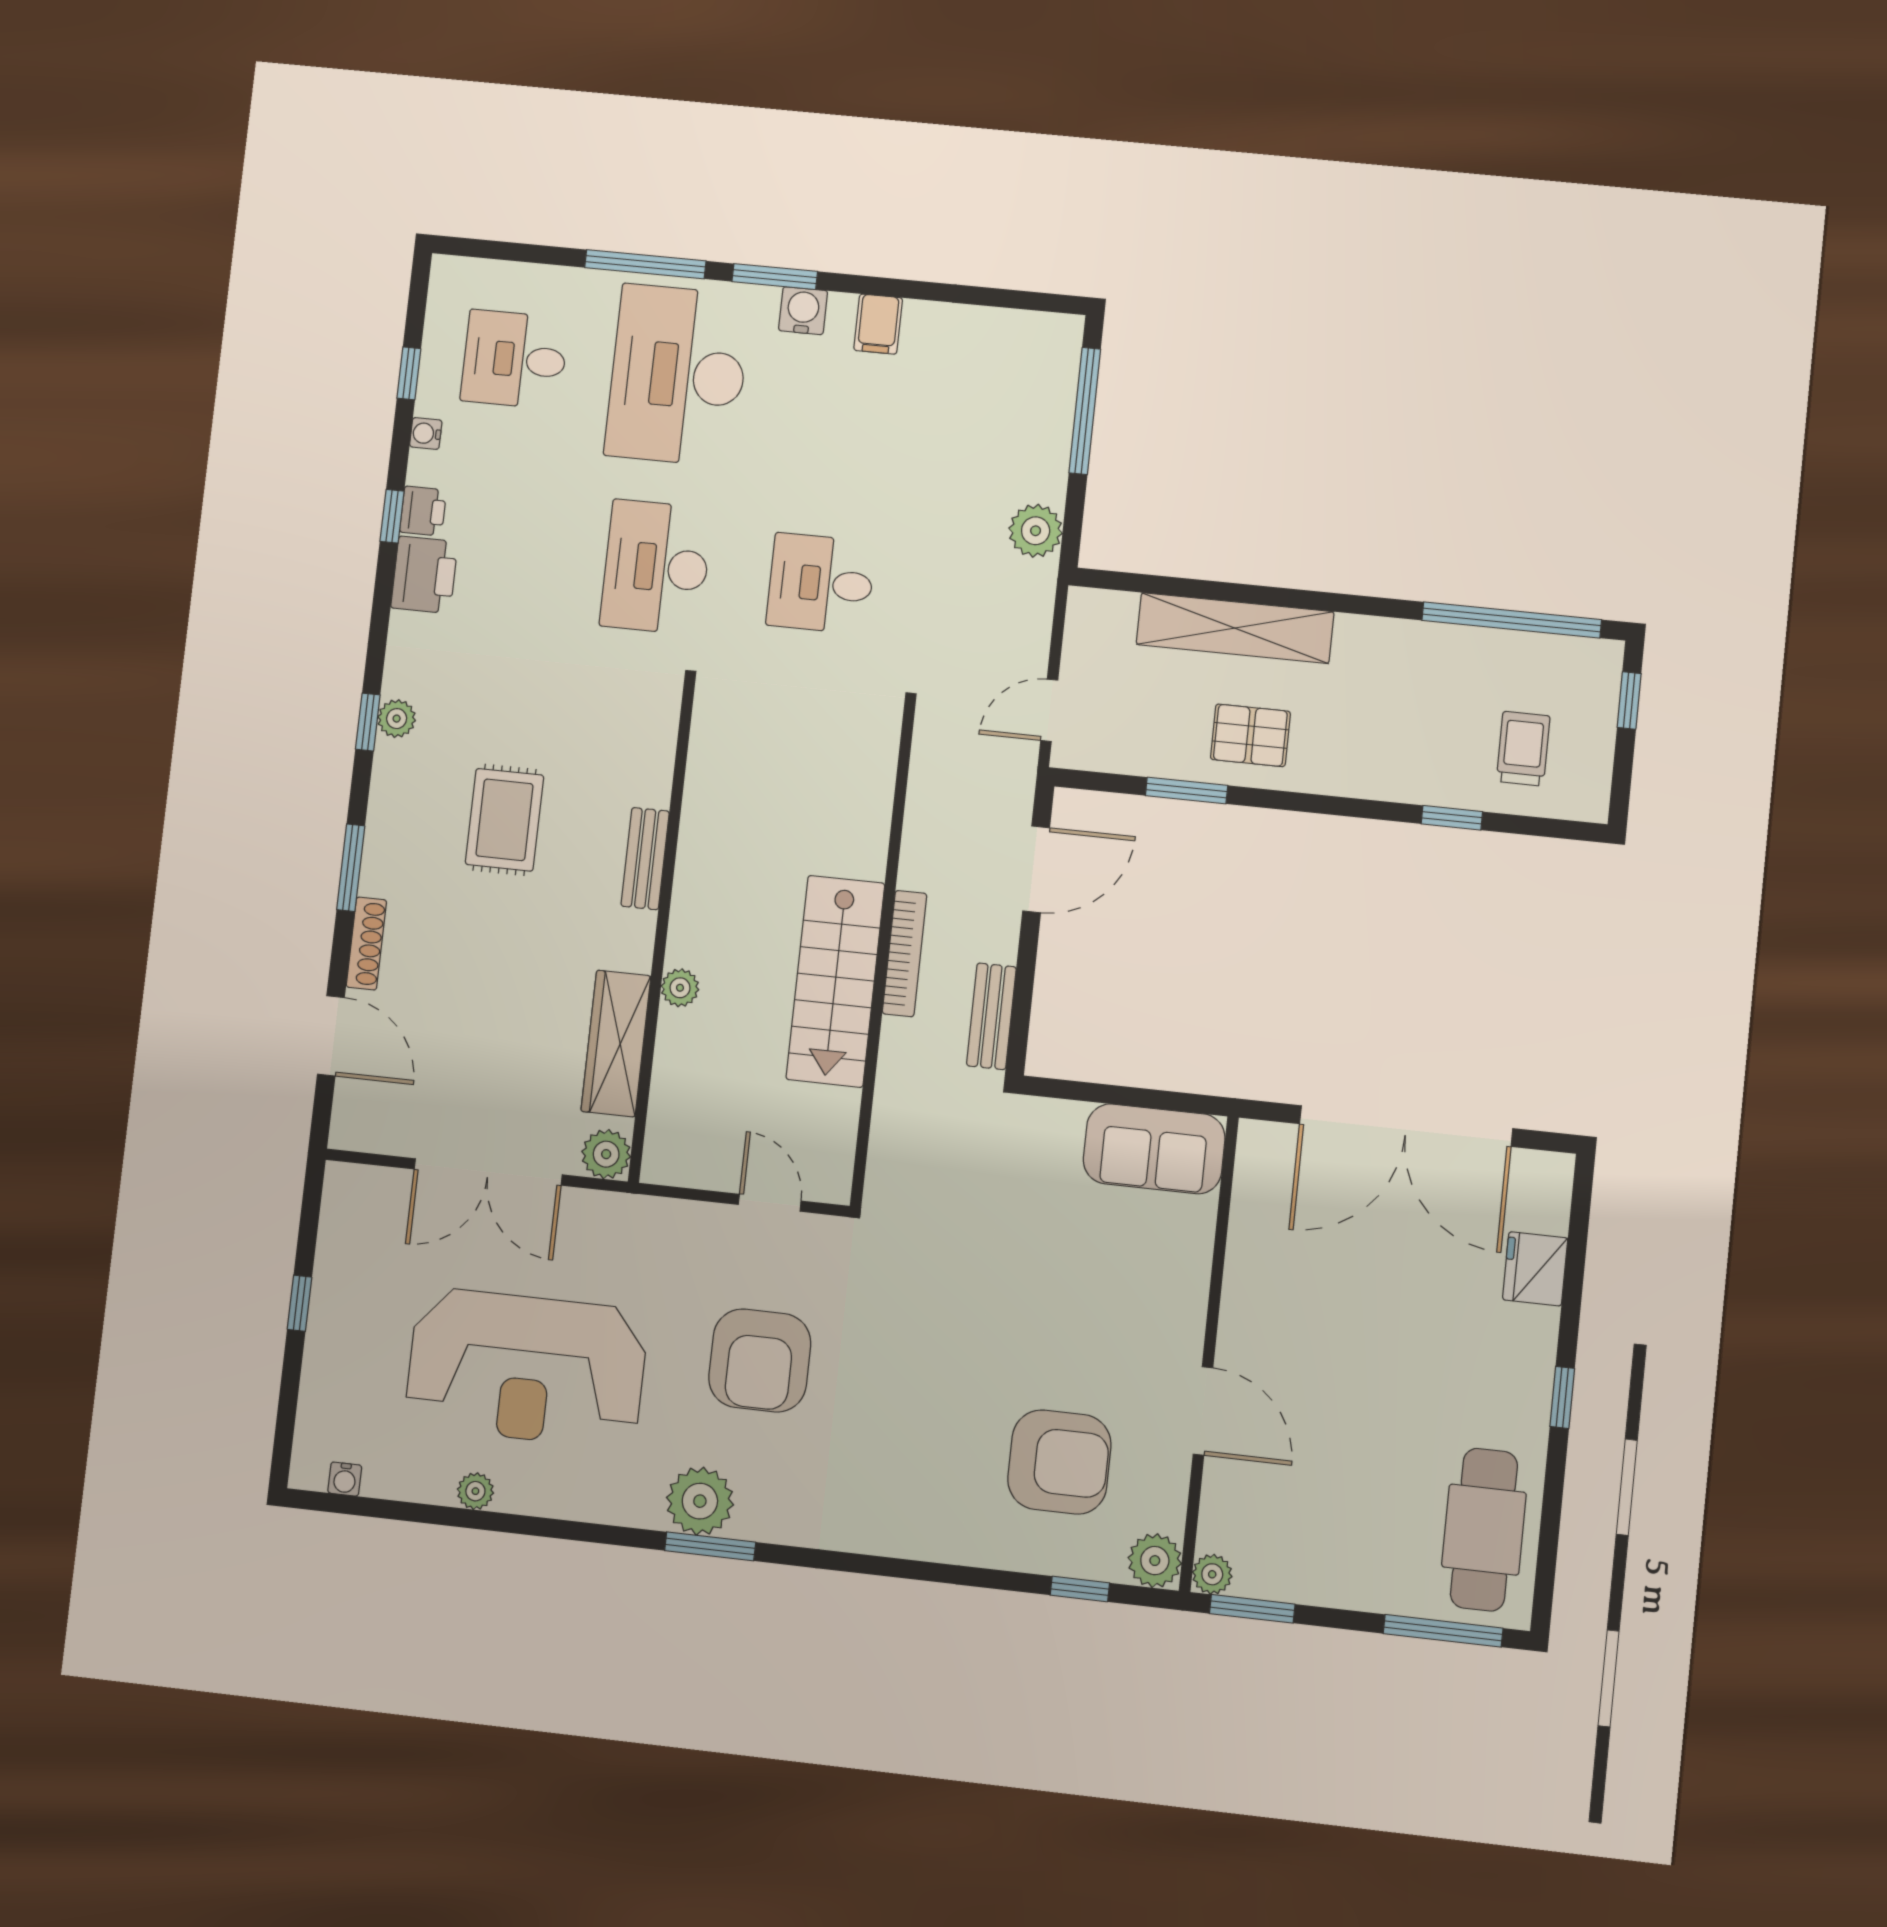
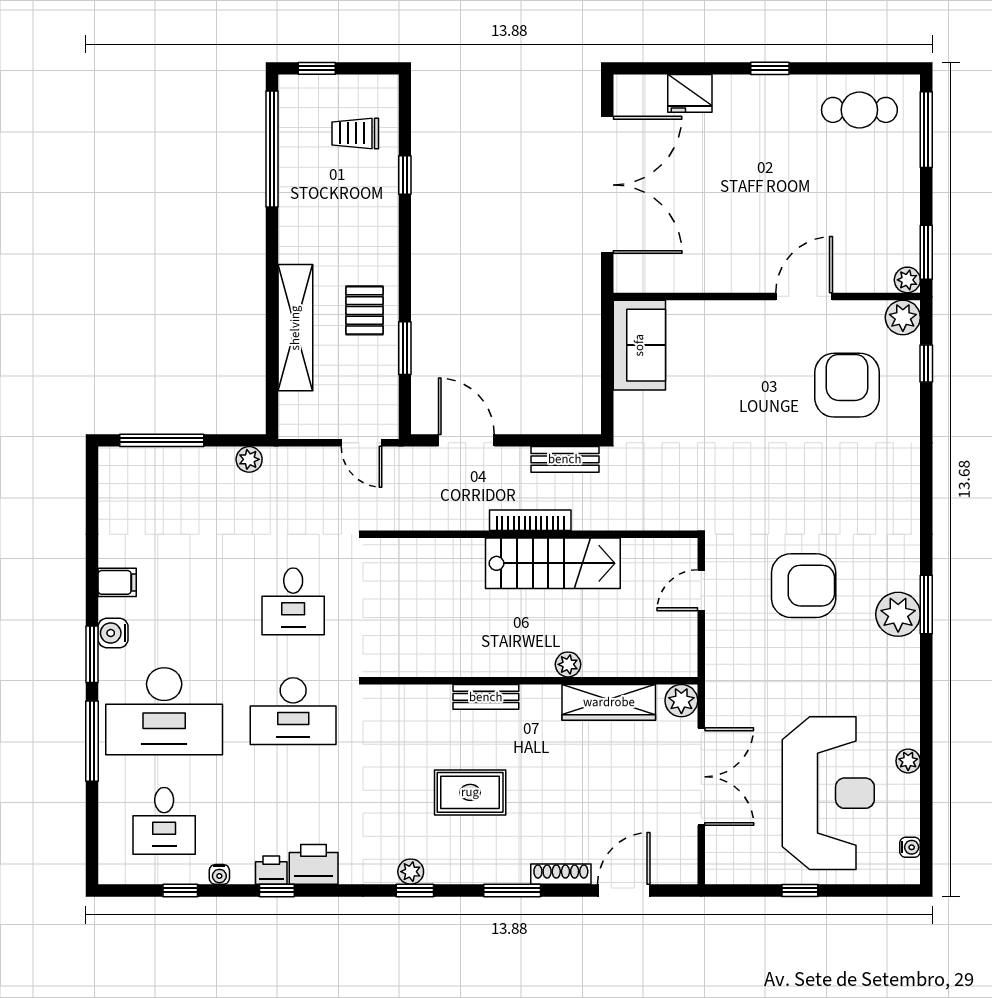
plant: (1036, 531) -> (249, 459), width x0.73, depth x0.73
reception desk: (526, 1368) -> (828, 793), moved
cafe table: (1484, 1530) -> (859, 110), width x0.73, depth x0.74

